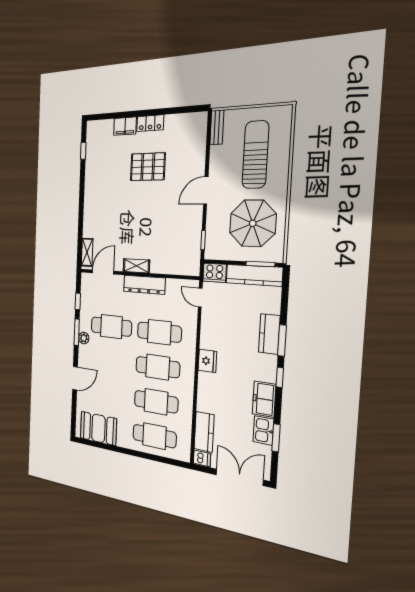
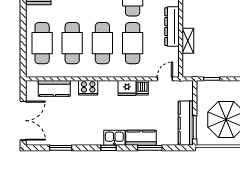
shelving: (136, 266) -> (188, 41), moved
cooker: (215, 273) -> (88, 88), moved, turned -90
window: (282, 340) -> (150, 148), moved
fridge: (207, 361) -> (127, 88), moved
freezer: (264, 399) -> (90, 137), removed
kitchen sink: (263, 430) -> (114, 138), moved
dishwasher: (202, 458) -> (142, 88), moved

